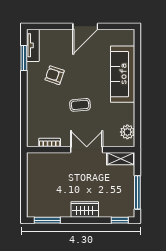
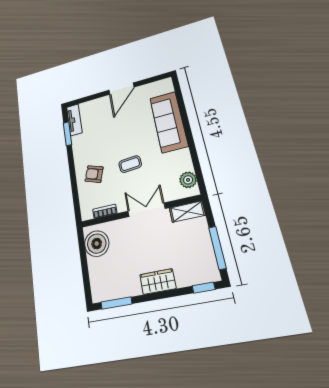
armchair: (55, 75) -> (94, 174), moved
boiler: (38, 169) -> (97, 244), added

